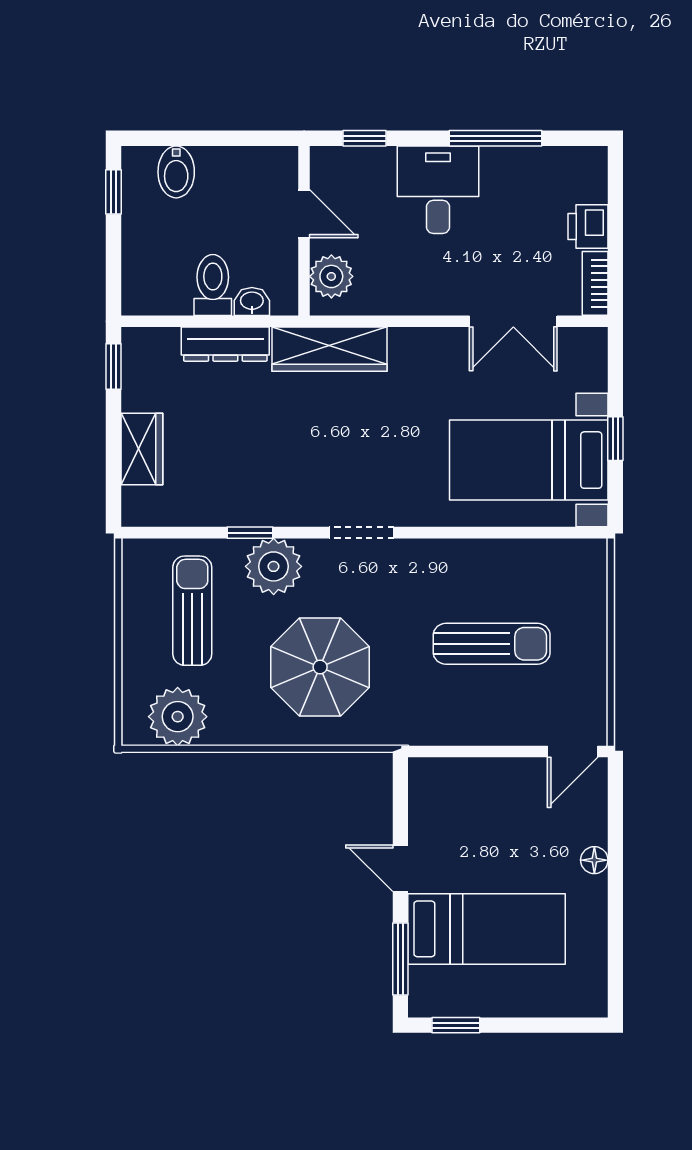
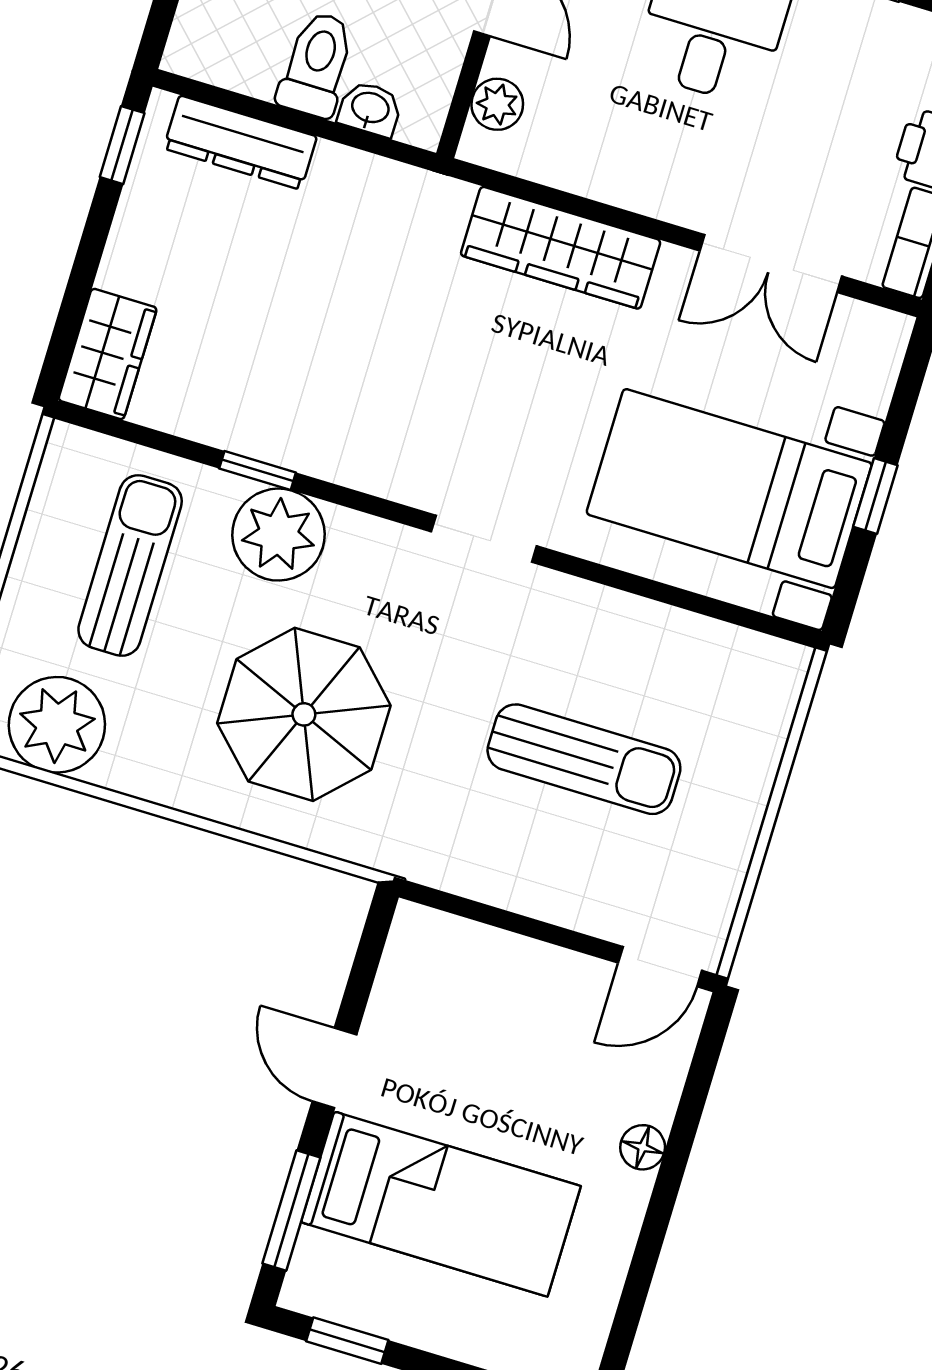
plant: (331, 276) -> (497, 104), width x0.73, depth x0.73
dresser: (225, 344) -> (240, 142), moved
wardrobe: (330, 349) -> (561, 248), moved
wardrobe: (142, 449) -> (108, 354), moved
doorway: (362, 533) -> (484, 539), moved

